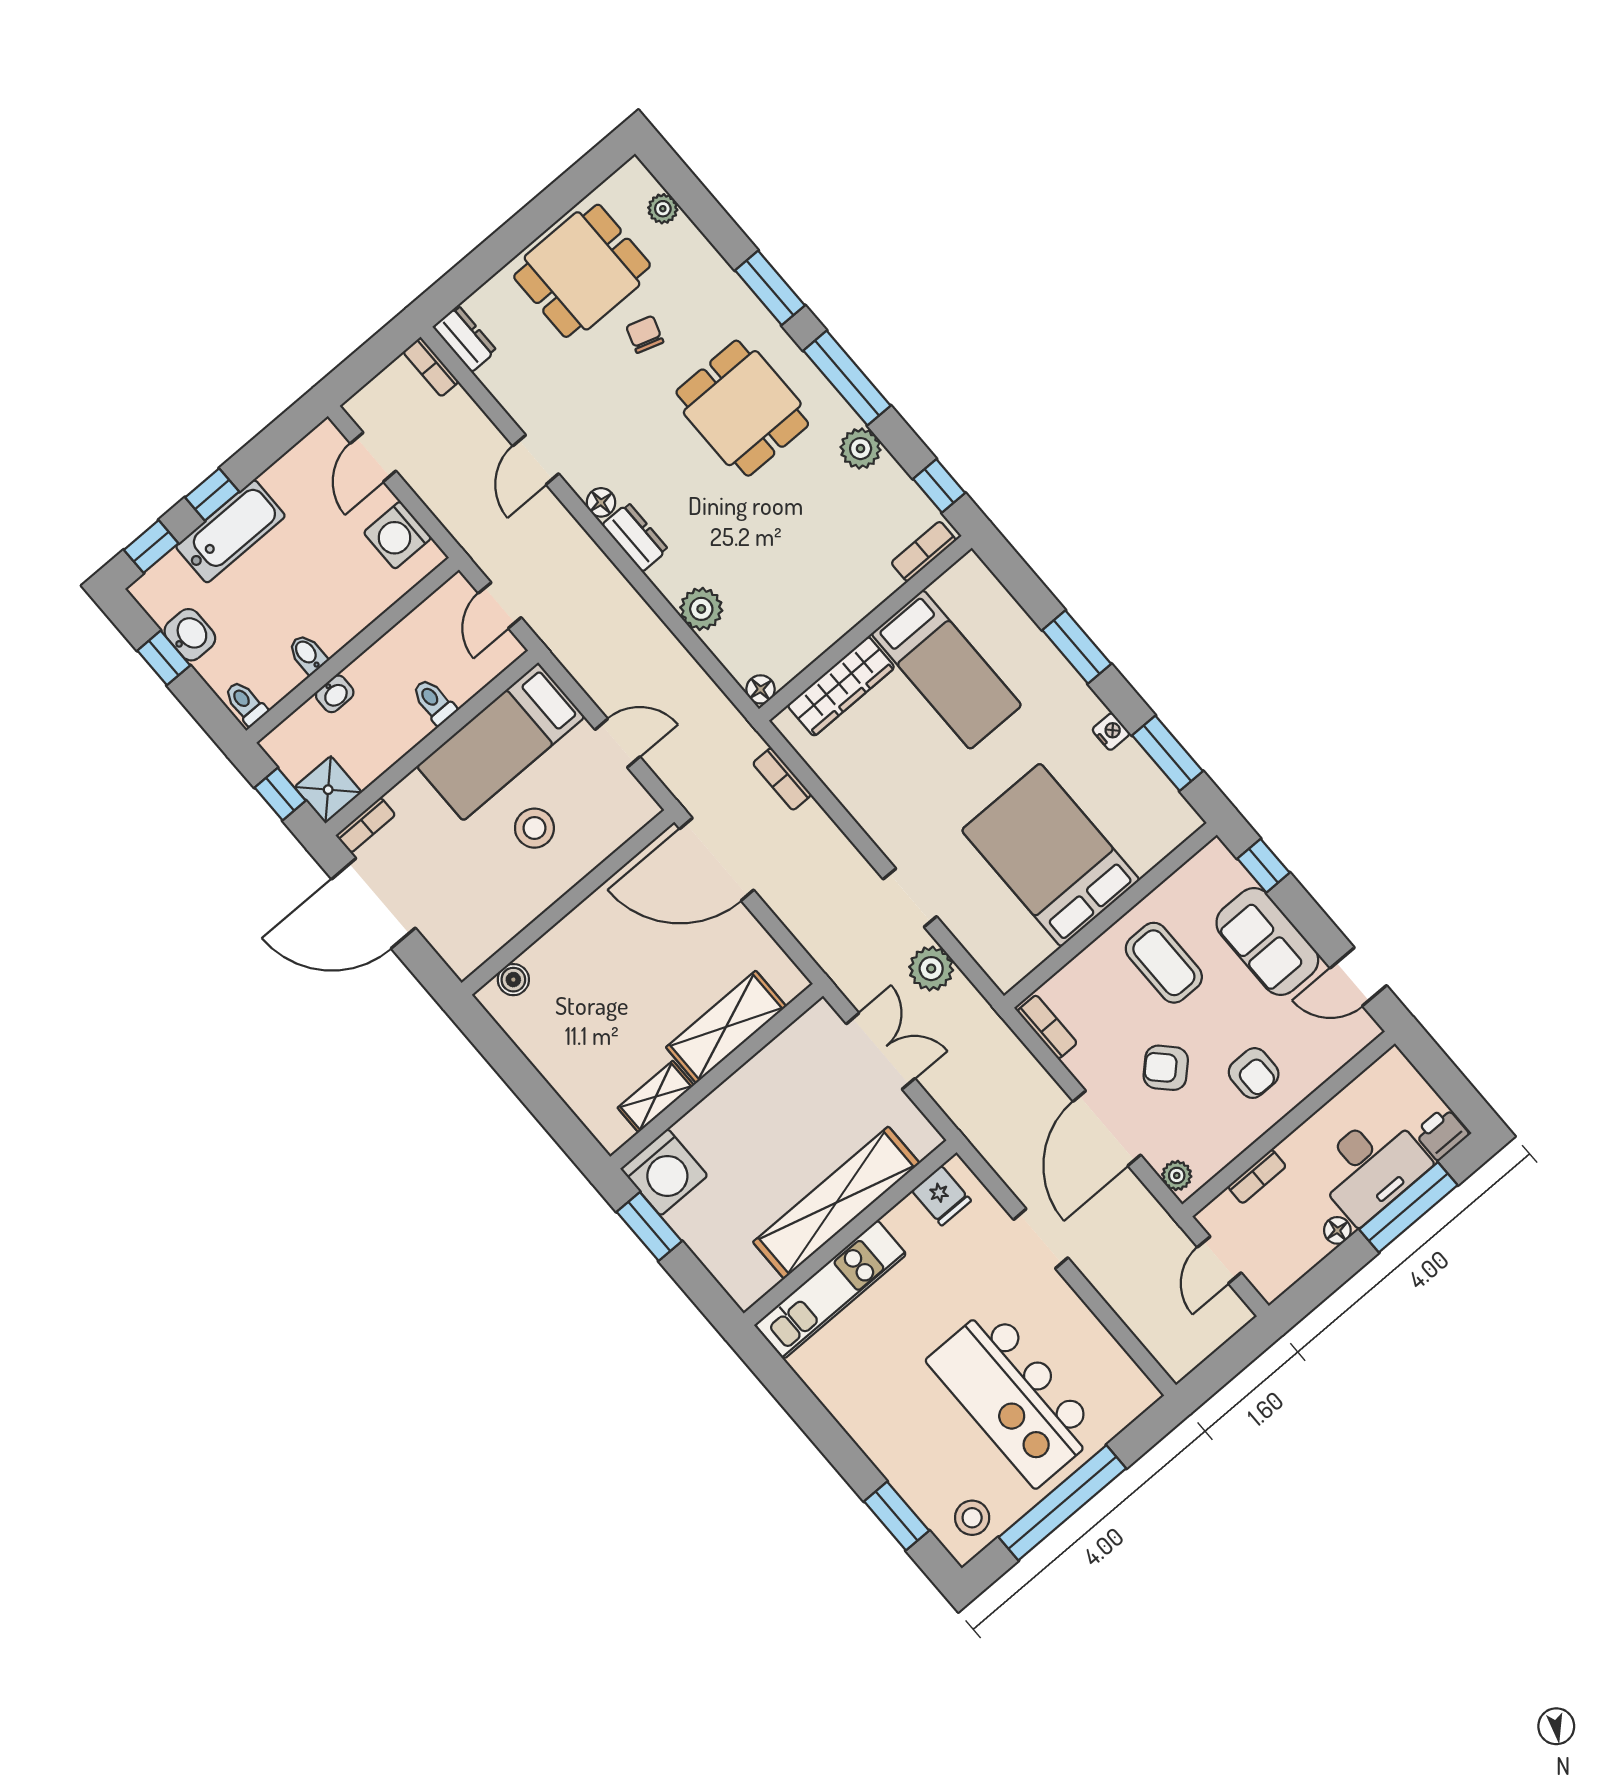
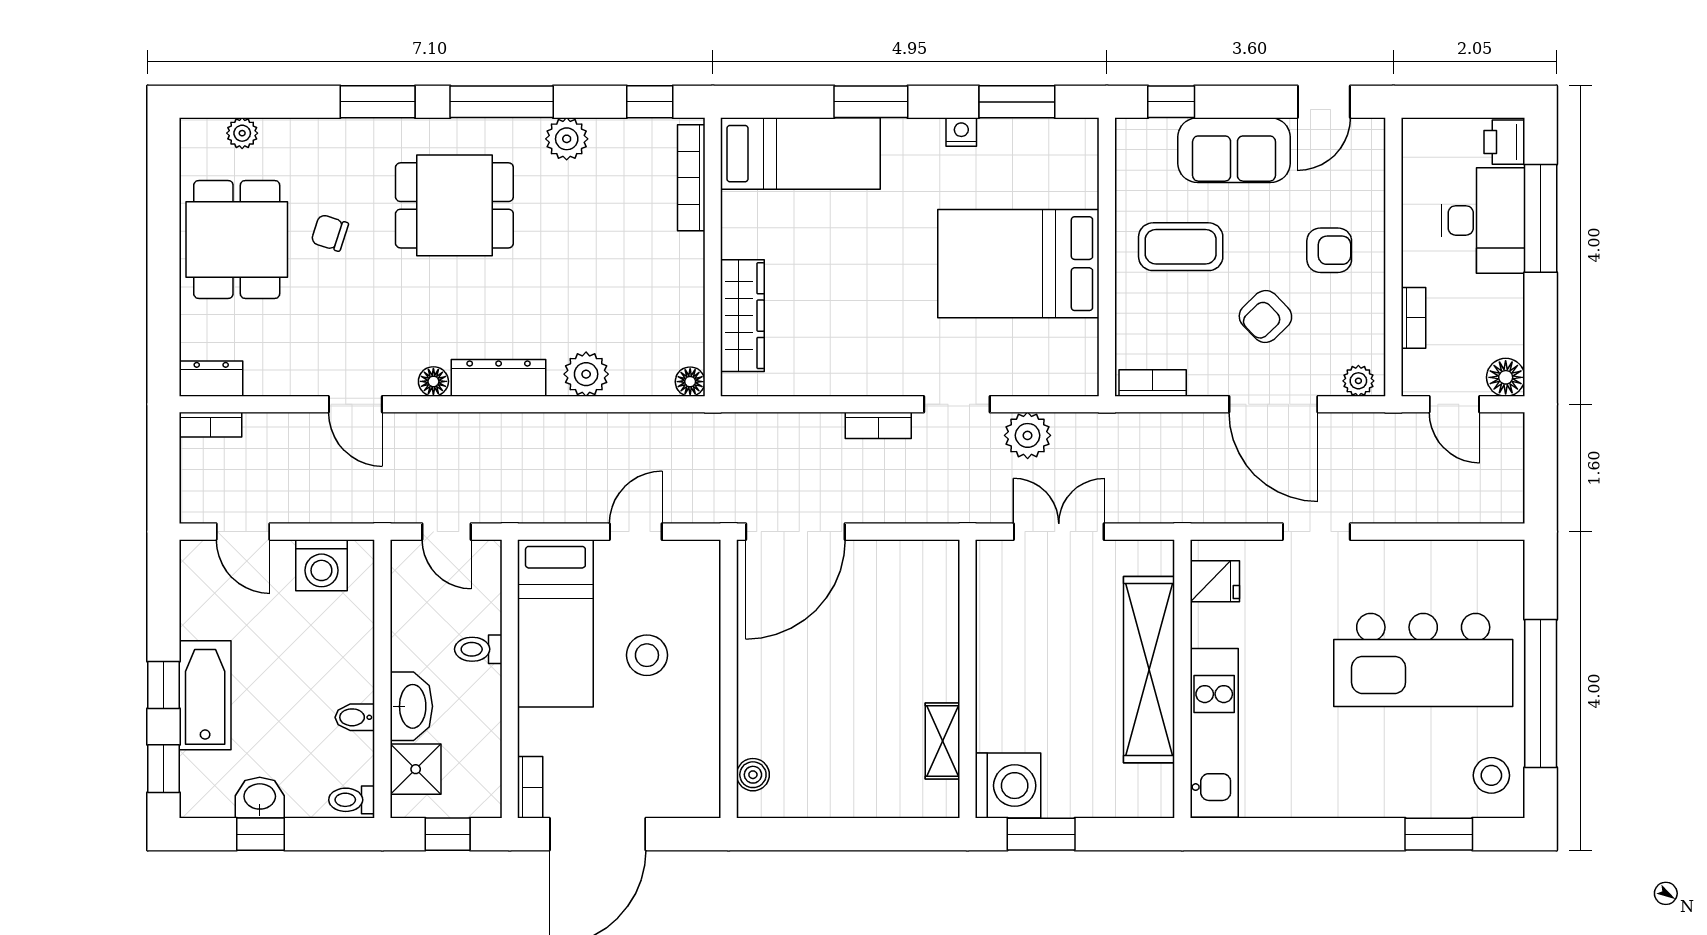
dresser: (635, 537) -> (499, 378), width x1.44
bookcase: (924, 551) -> (691, 178), width x1.56
bed: (946, 670) -> (800, 154), moved
washbasin: (335, 694) -> (411, 706), width x1.91, depth x1.45
bookcase: (782, 779) -> (878, 425), moved
shower: (328, 790) -> (416, 769), moved
shelving: (726, 1027) -> (935, 638), removed
floor lamp: (1337, 1230) -> (1506, 377), moved, width x1.37, depth x1.37

